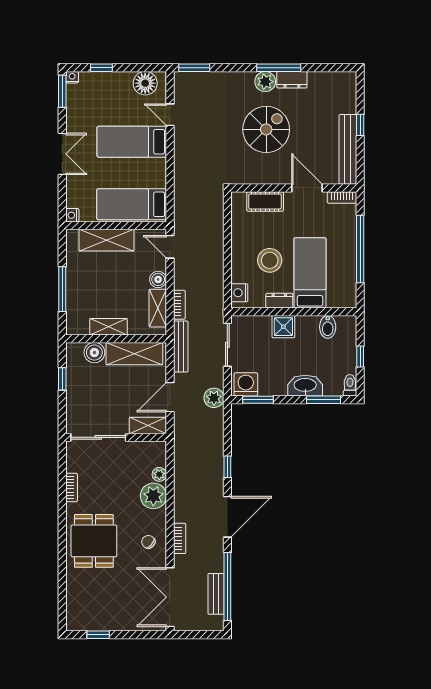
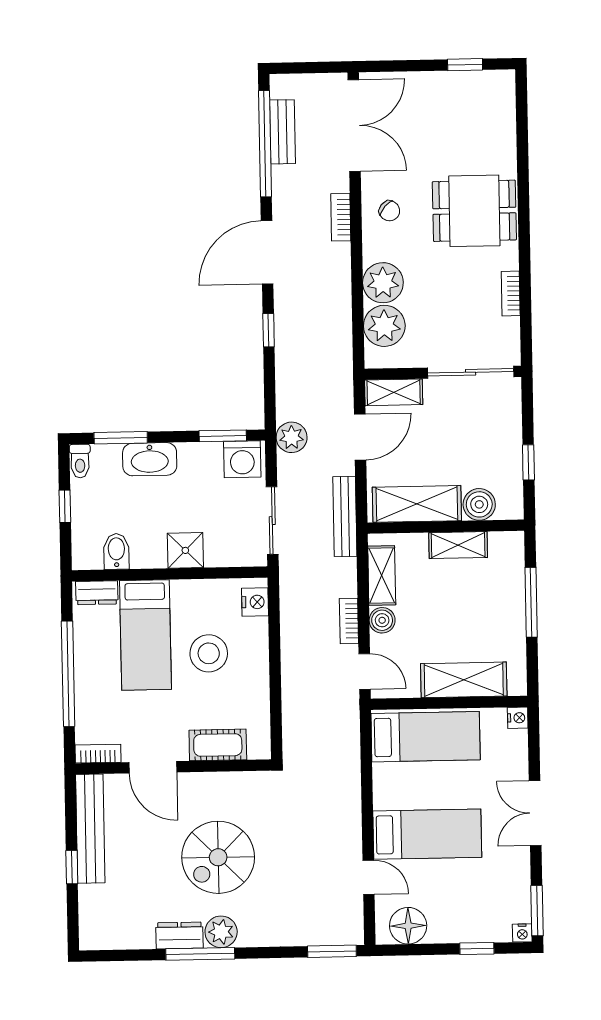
dresser: (279, 301) -> (97, 593), moved
bookcase: (179, 305) -> (349, 621), moved
plant: (159, 474) -> (384, 326), width x1.87, depth x1.87
dining table: (94, 541) -> (474, 211), turned 90

